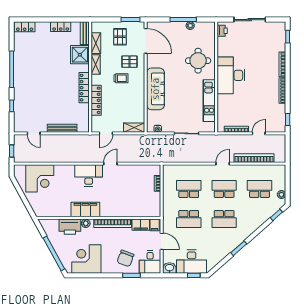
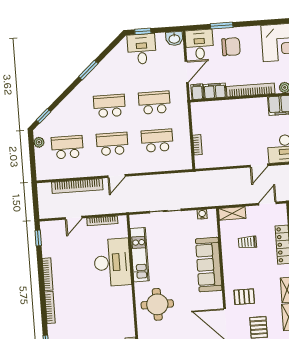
desk: (231, 75) -> (112, 262), moved
trolley: (121, 78) -> (247, 242), moved
school desk: (189, 189) -> (157, 141), turned 180
school desk: (224, 189) -> (112, 144), turned 180
school desk: (260, 189) -> (67, 147), turned 180
door: (162, 241) -> (187, 72), swing flipped
chair: (125, 258) -> (231, 47), turned 70
desk: (192, 262) -> (142, 49), width x0.73

